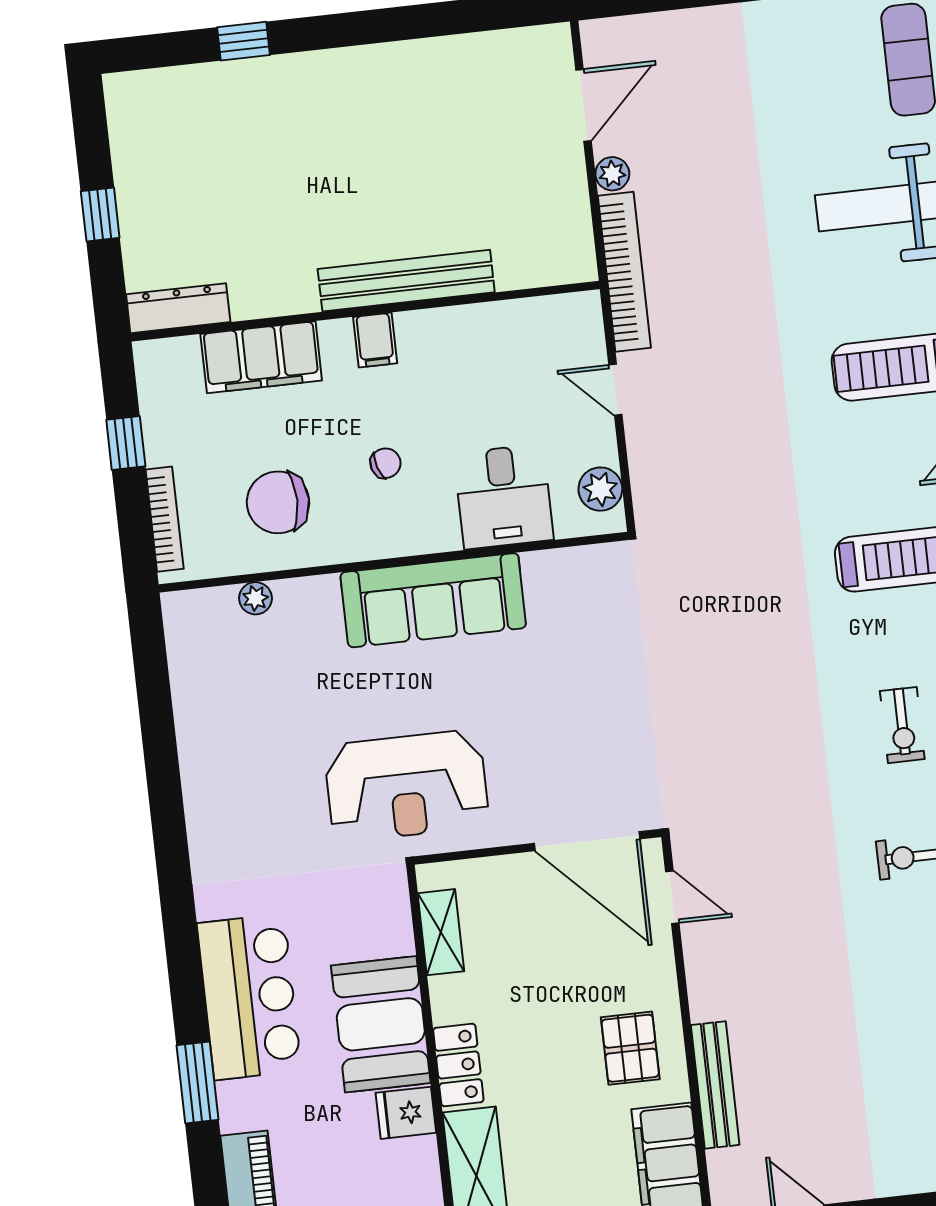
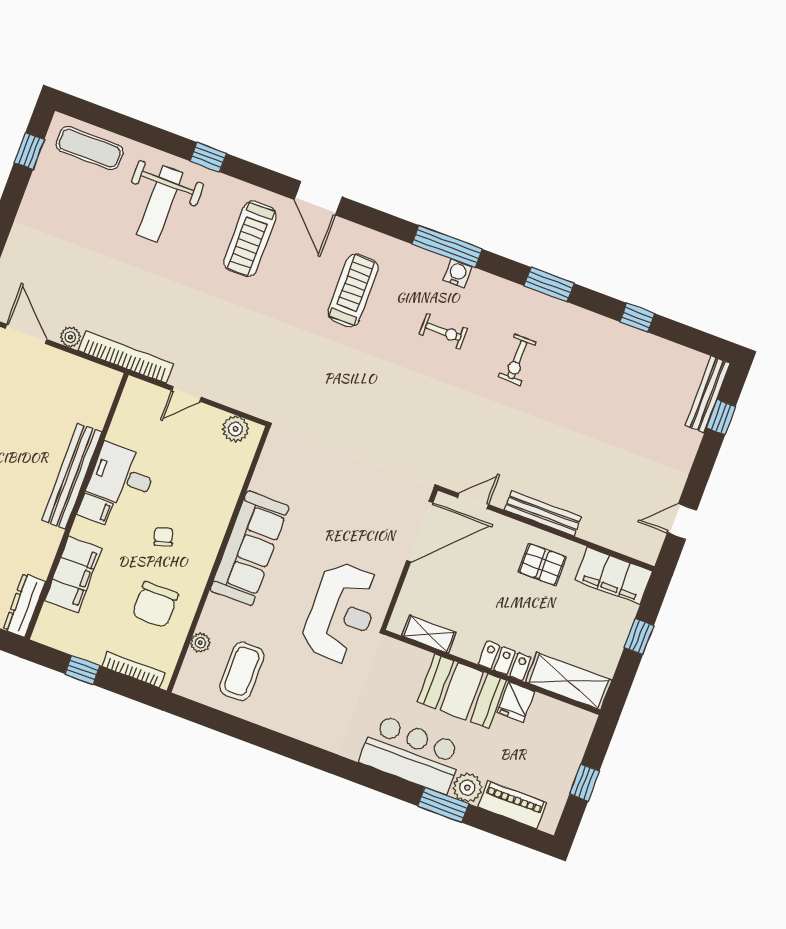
desk: (504, 497) -> (122, 476), moved, turned 180
coffee table: (244, 681) -> (242, 671), added
bench: (715, 1085) -> (543, 513), moved
plant: (242, 1105) -> (467, 788), added

